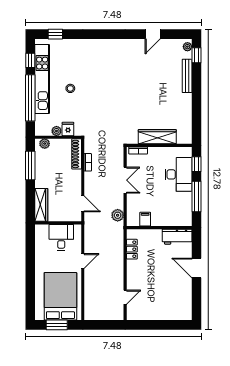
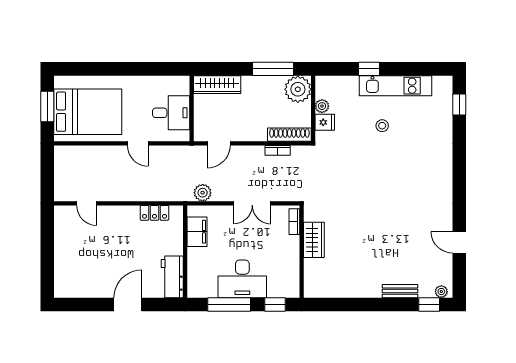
window: (30, 60) -> (422, 69), removed
bench: (187, 76) -> (400, 291), width x0.73
kitchen unit: (42, 79) -> (396, 86), width x0.73
window: (30, 98) -> (369, 69), width x0.32
wardrobe: (157, 137) -> (314, 240), width x0.67
plant: (45, 144) -> (298, 89), width x1.88, depth x1.88
desk: (178, 174) -> (242, 279), moved
filing cabinet: (145, 219) -> (197, 232), width x2.00

